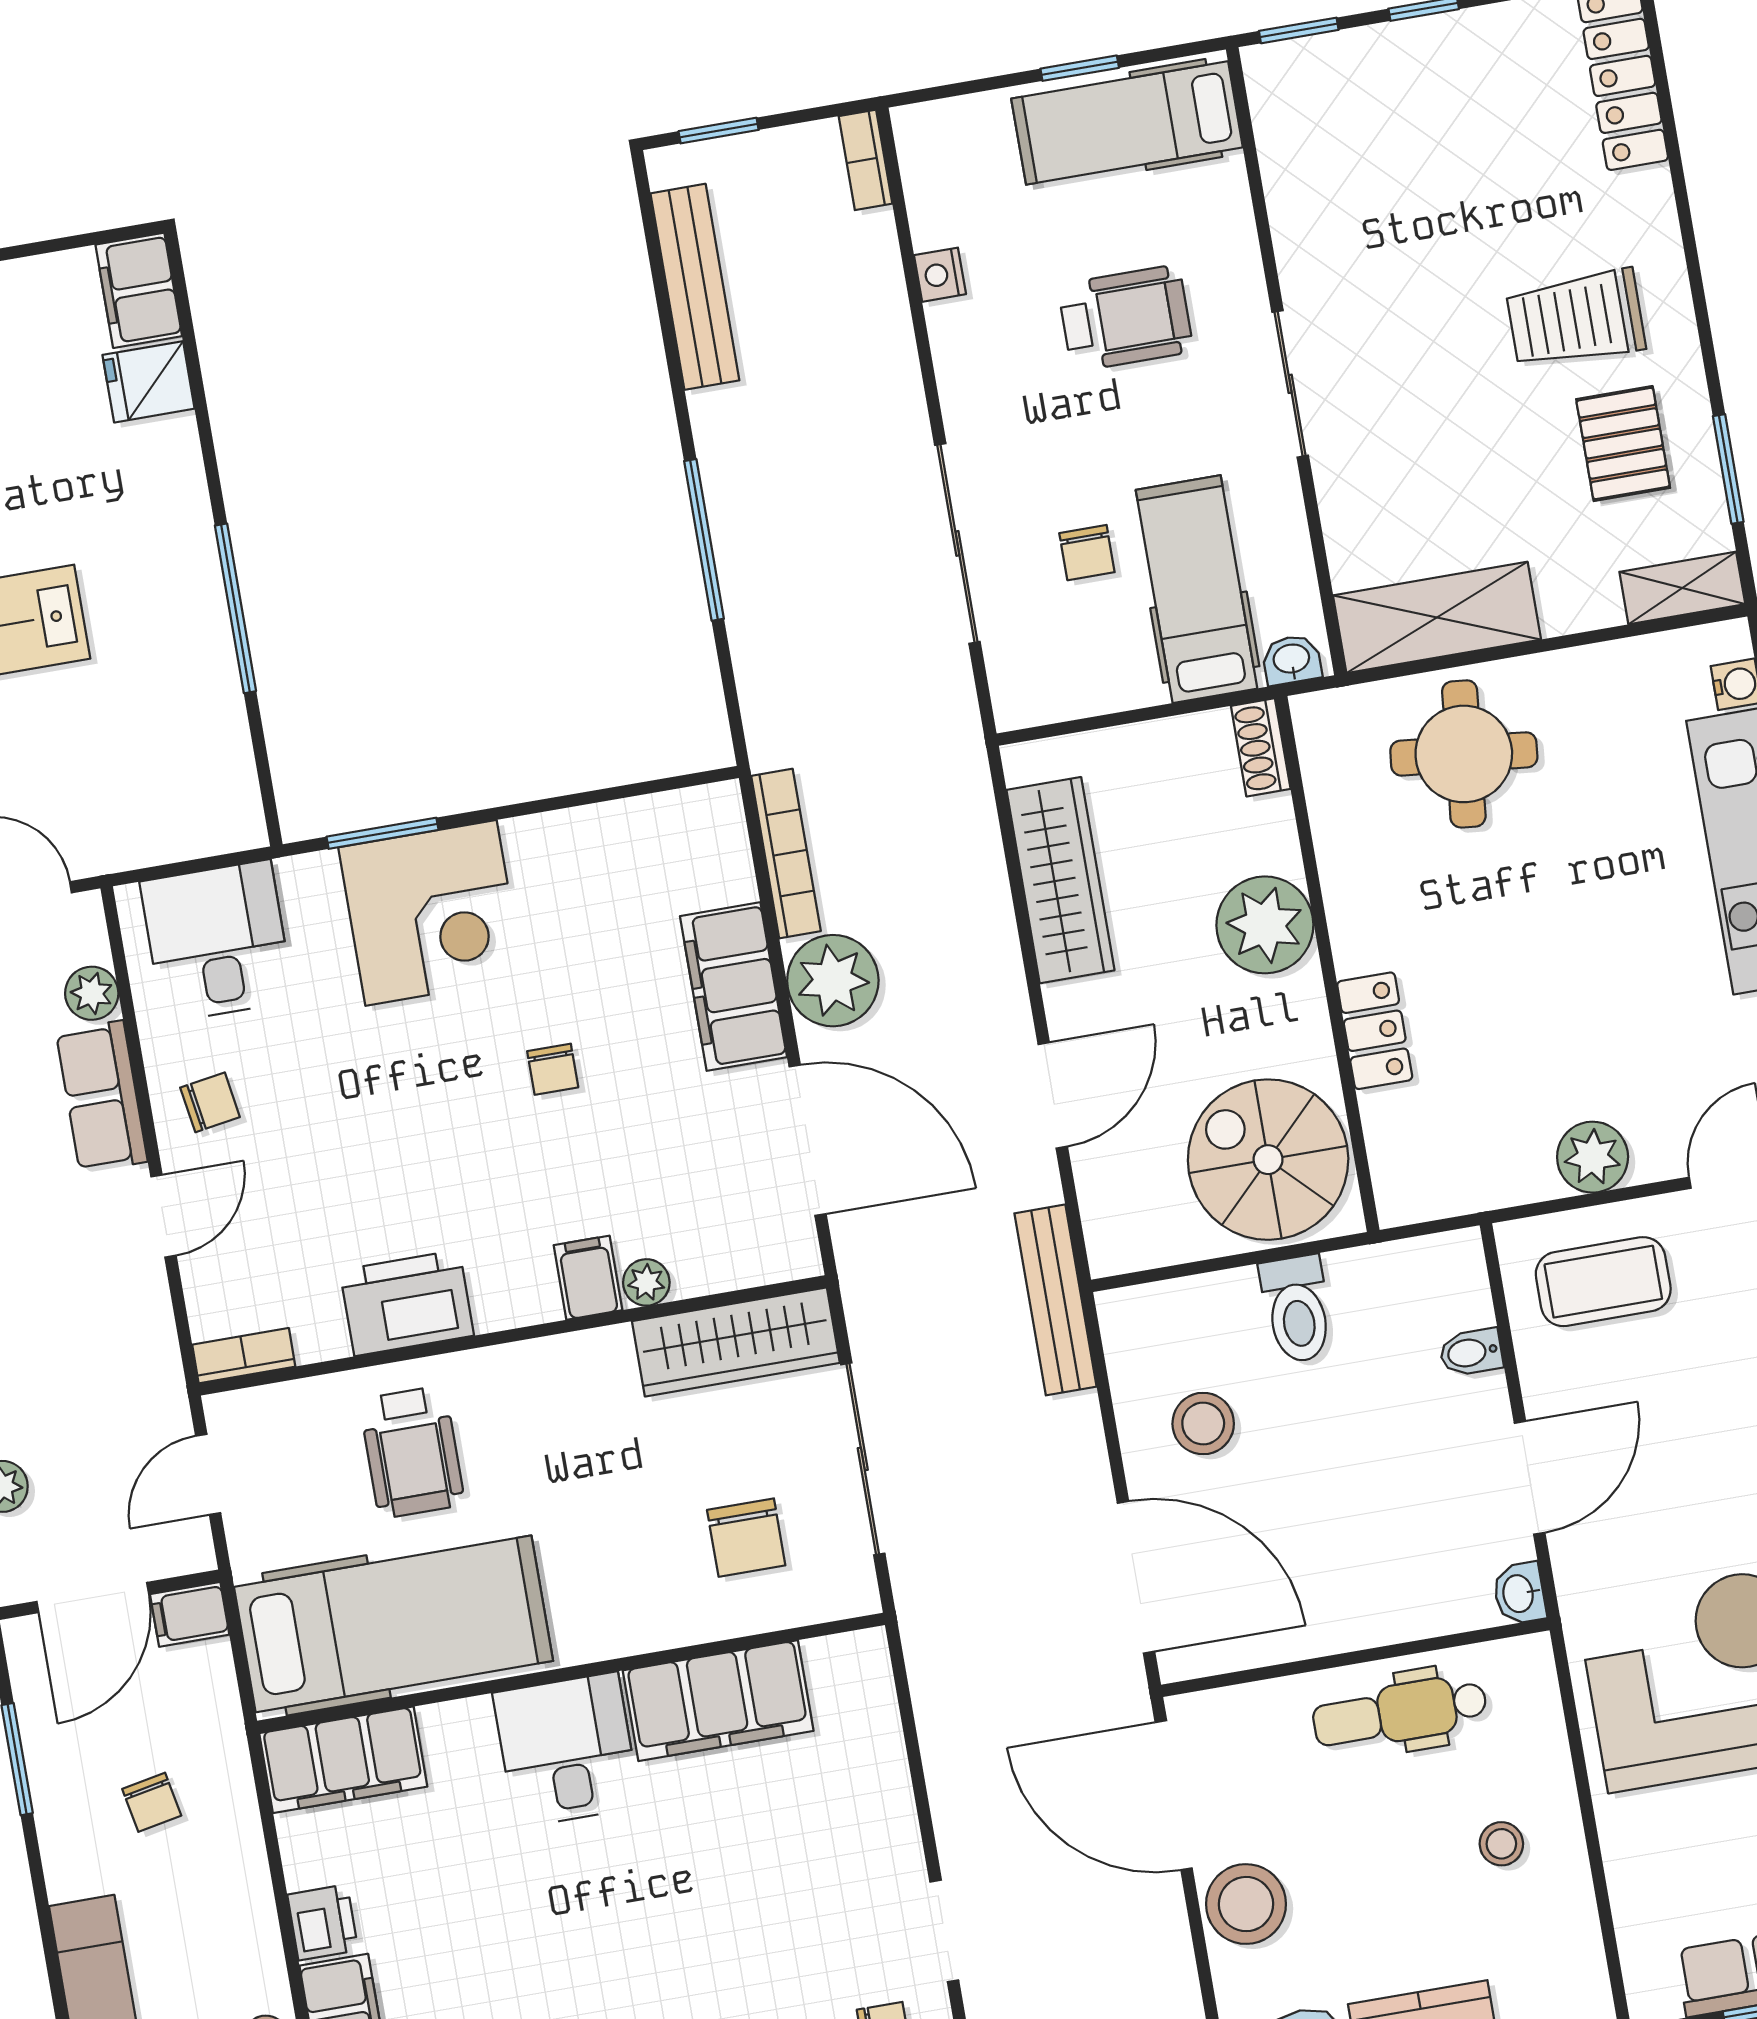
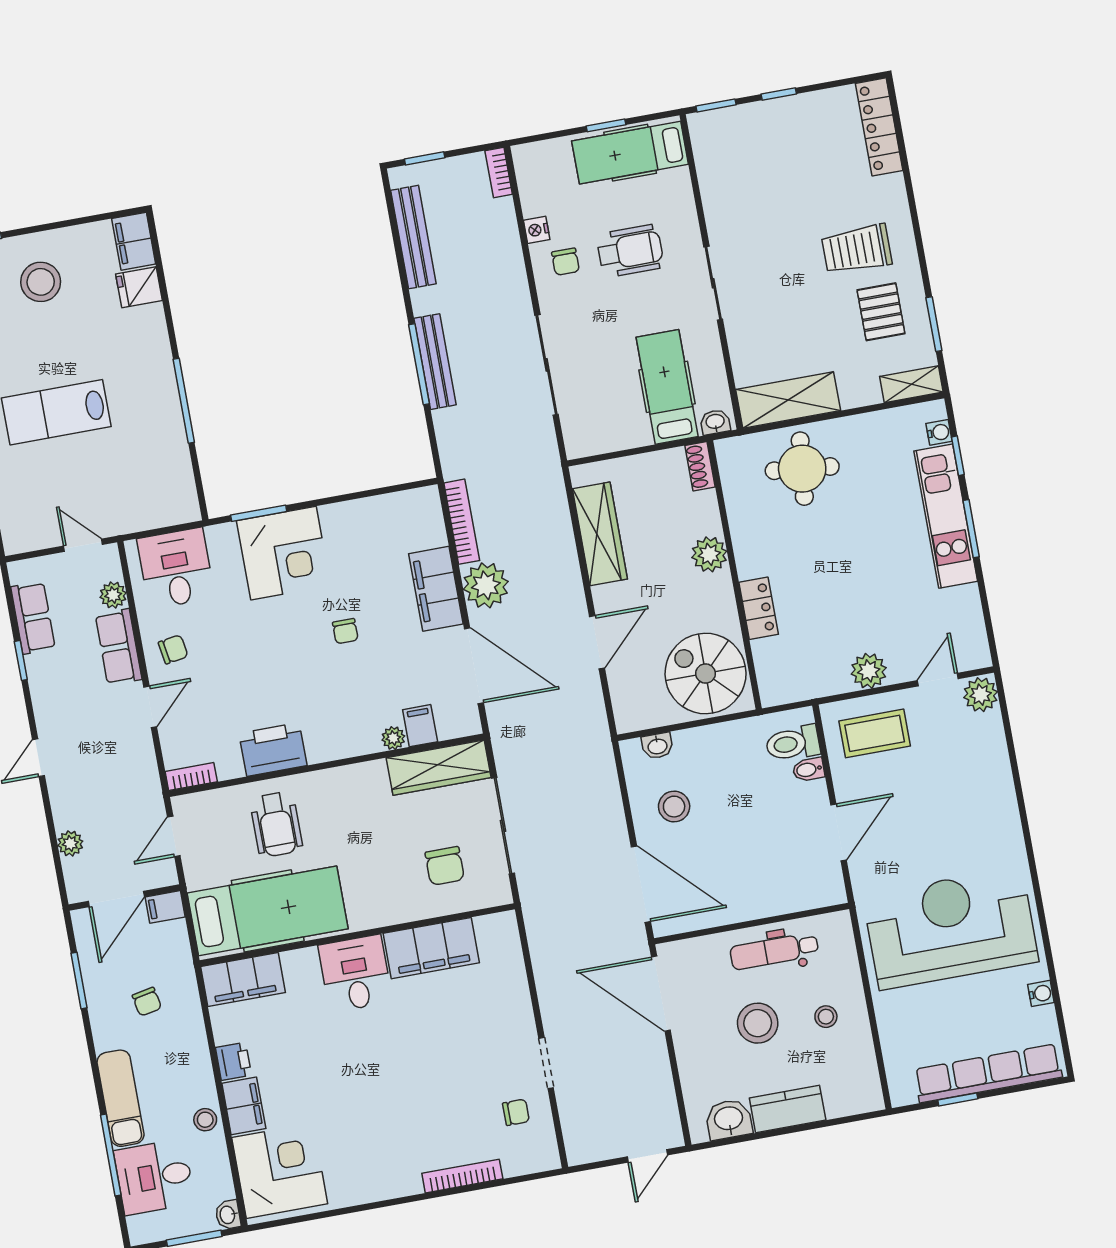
chair: (1087, 553) -> (566, 262), moved
plant: (1265, 925) -> (709, 554), width x0.73, depth x0.73
filing cabinet: (588, 1278) -> (420, 726), moved
bench: (1056, 1300) -> (435, 362), moved
toilet: (1297, 1309) -> (793, 743), moved, turned 90
washbasin: (1519, 1593) -> (657, 746), moved, turned -90
stool: (1246, 1904) -> (758, 1023), moved

